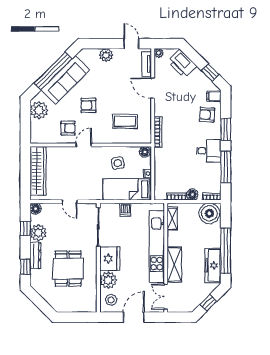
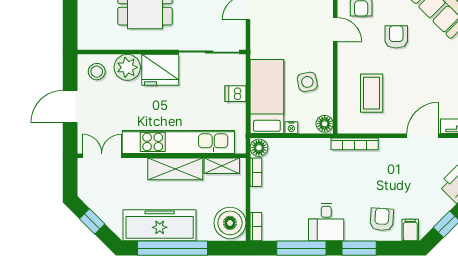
floor lamp: (192, 195) -> (259, 148), moved
shelving: (174, 265) -> (175, 169), moved
freezer: (213, 265) -> (160, 225), width x1.36, depth x1.26
door: (134, 317) -> (70, 106), swing flipped

